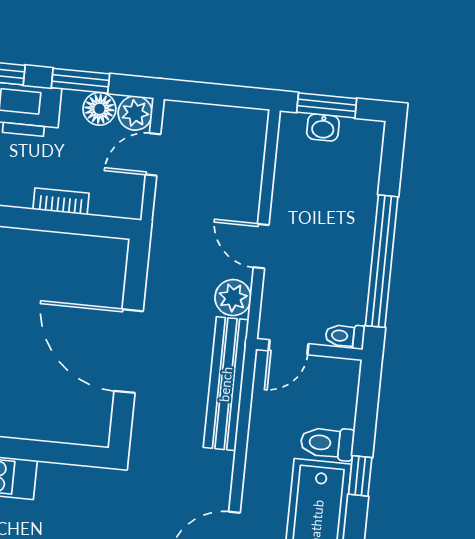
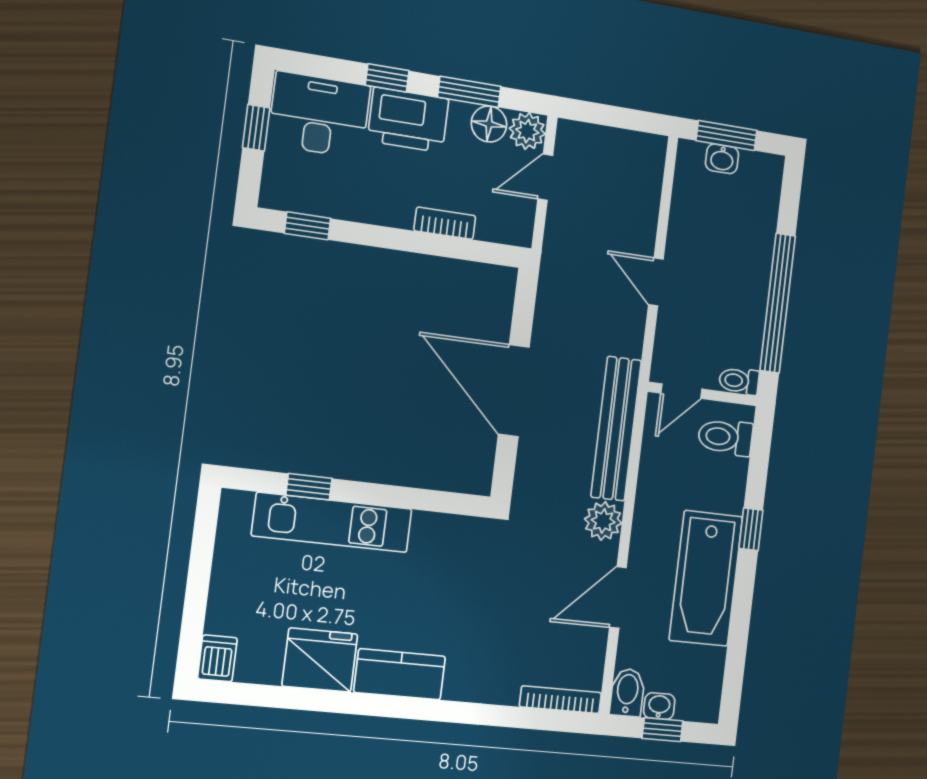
plant: (233, 298) -> (603, 521), moved
toilet: (327, 443) -> (725, 437), moved

